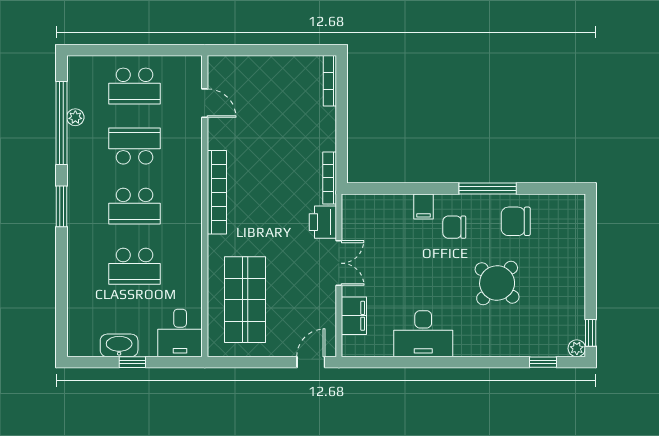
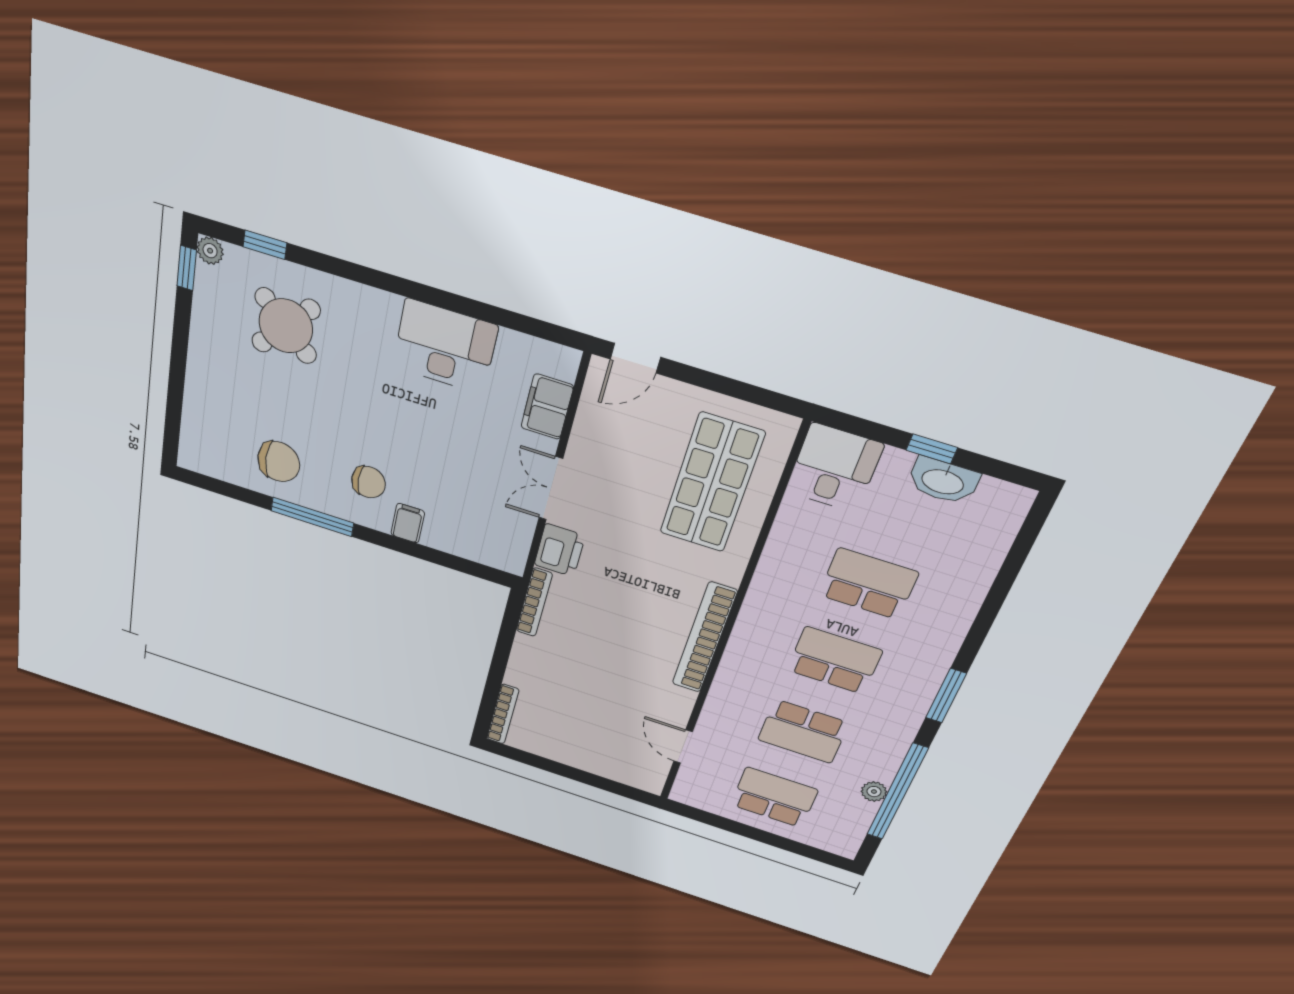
round table: (497, 283) -> (286, 326), moved

